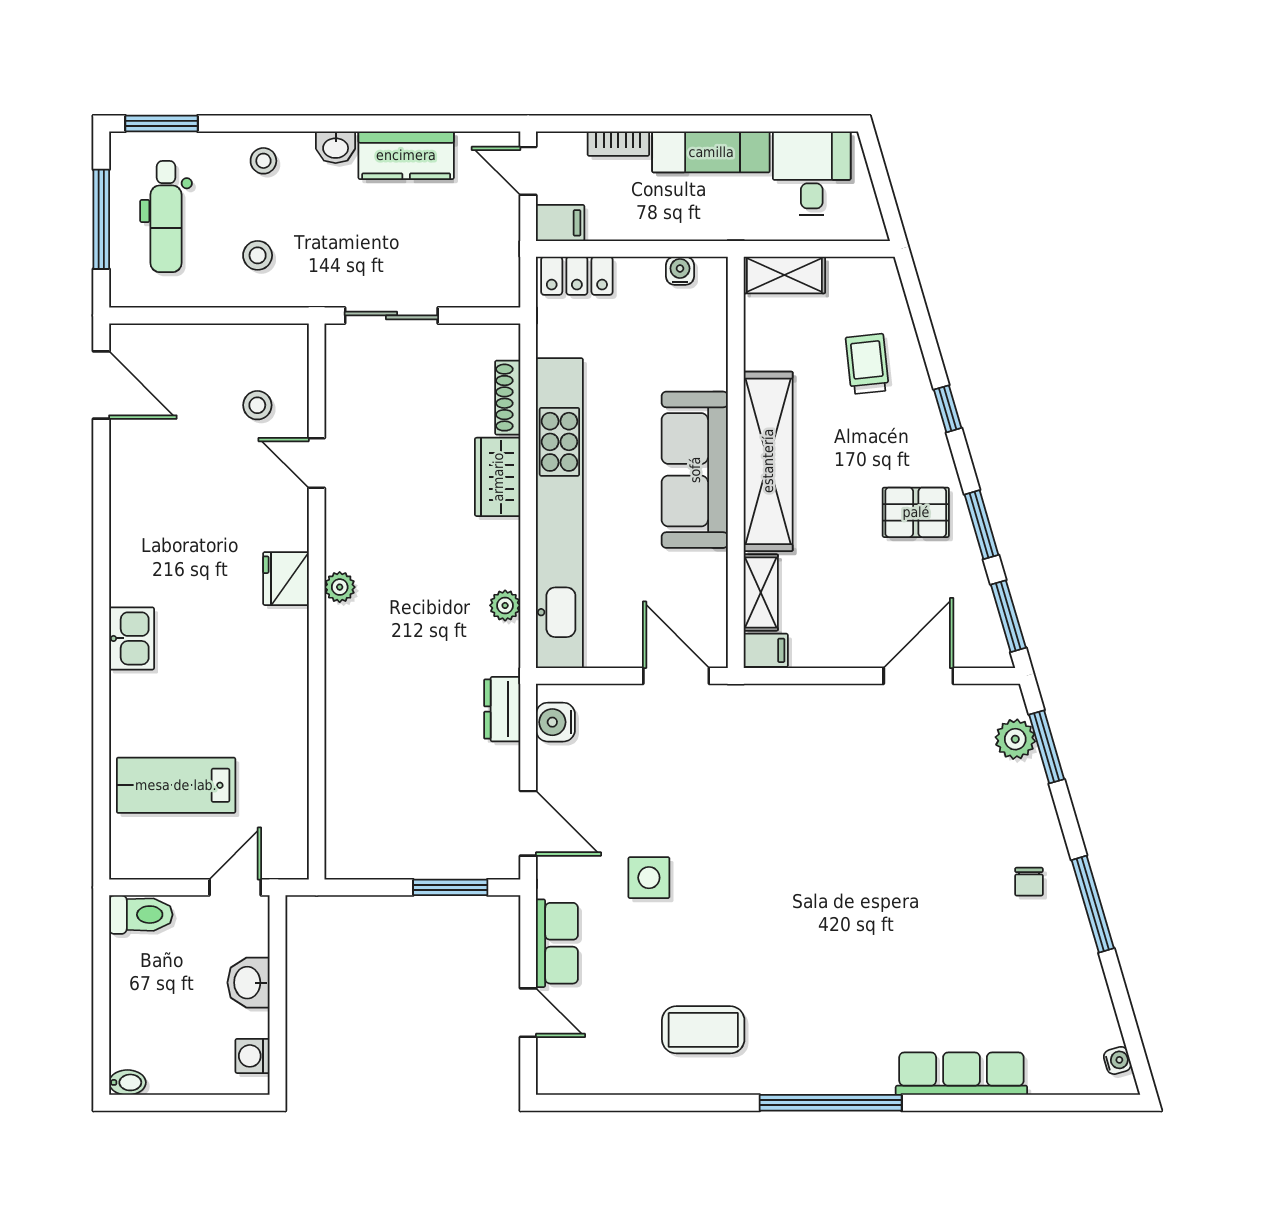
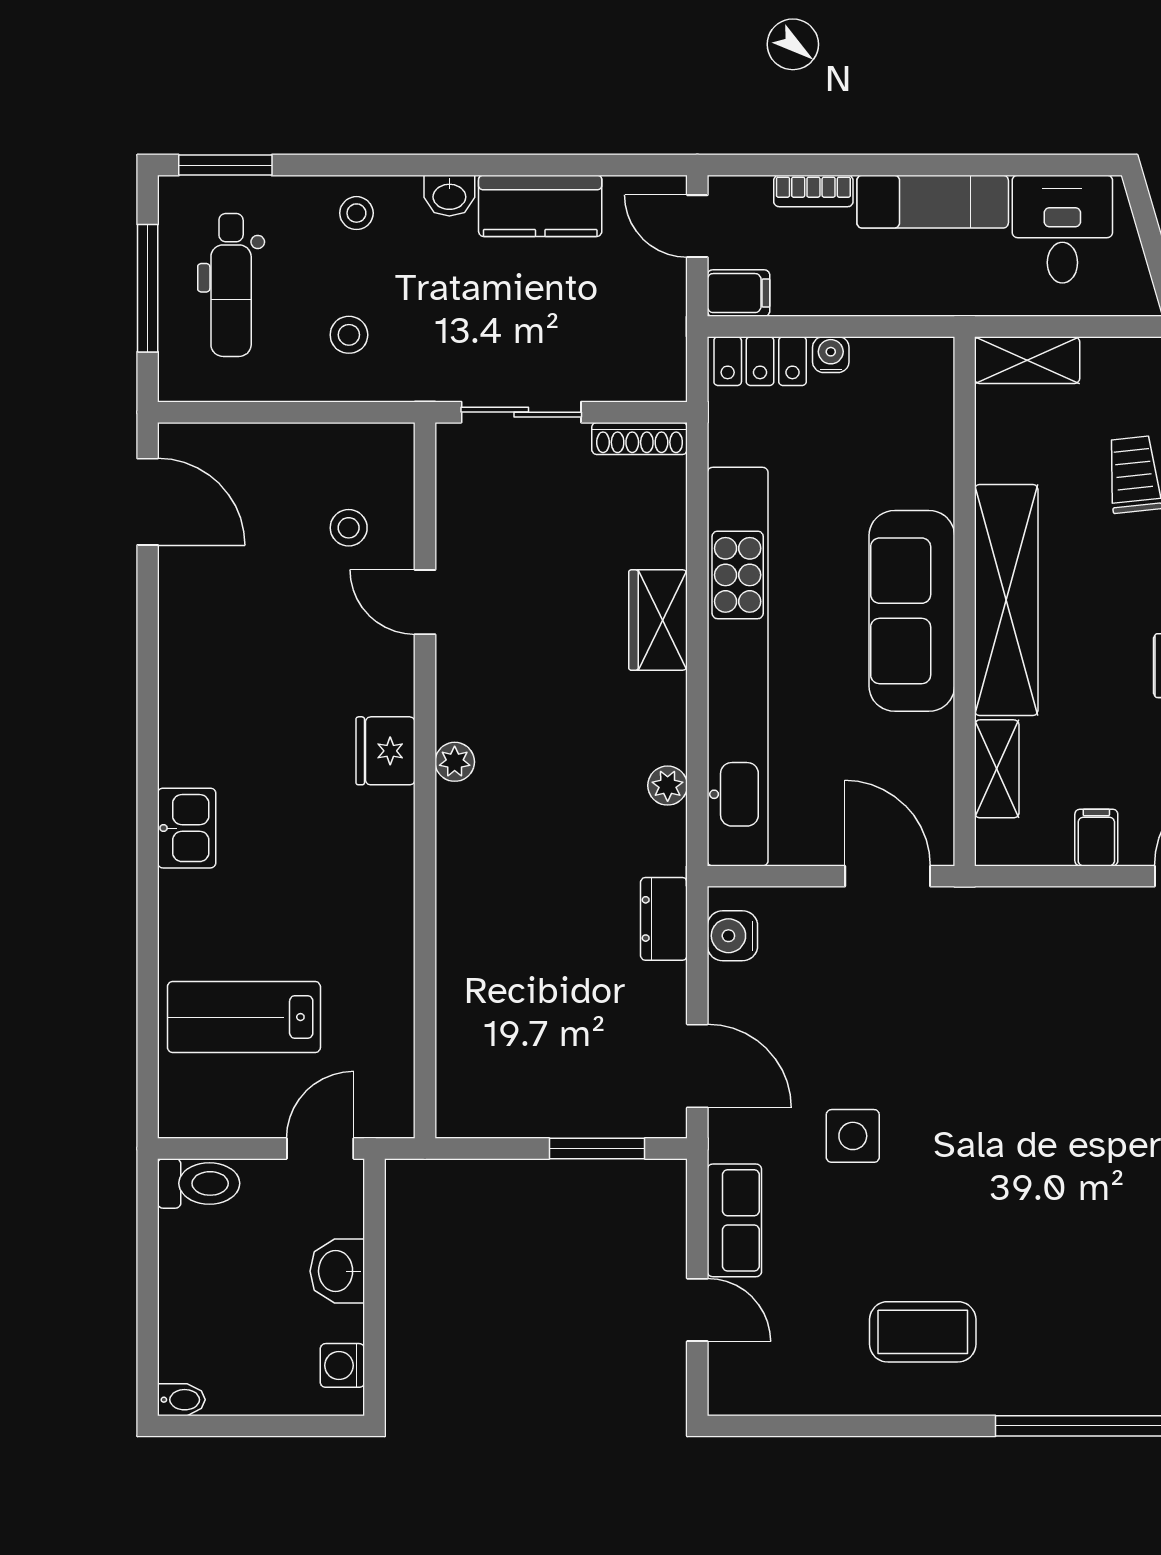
water cooler: (680, 271) -> (831, 355), moved
shoe rack: (508, 398) -> (640, 438), moved, turned -90
filing cabinet: (766, 650) -> (1096, 838), moved, turned -90

